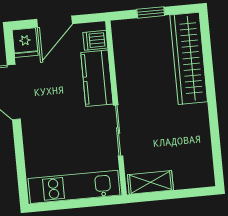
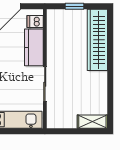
shelving: (150, 182) -> (92, 122), moved

